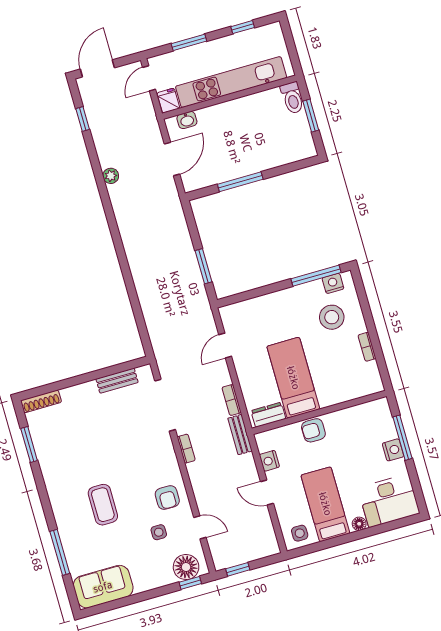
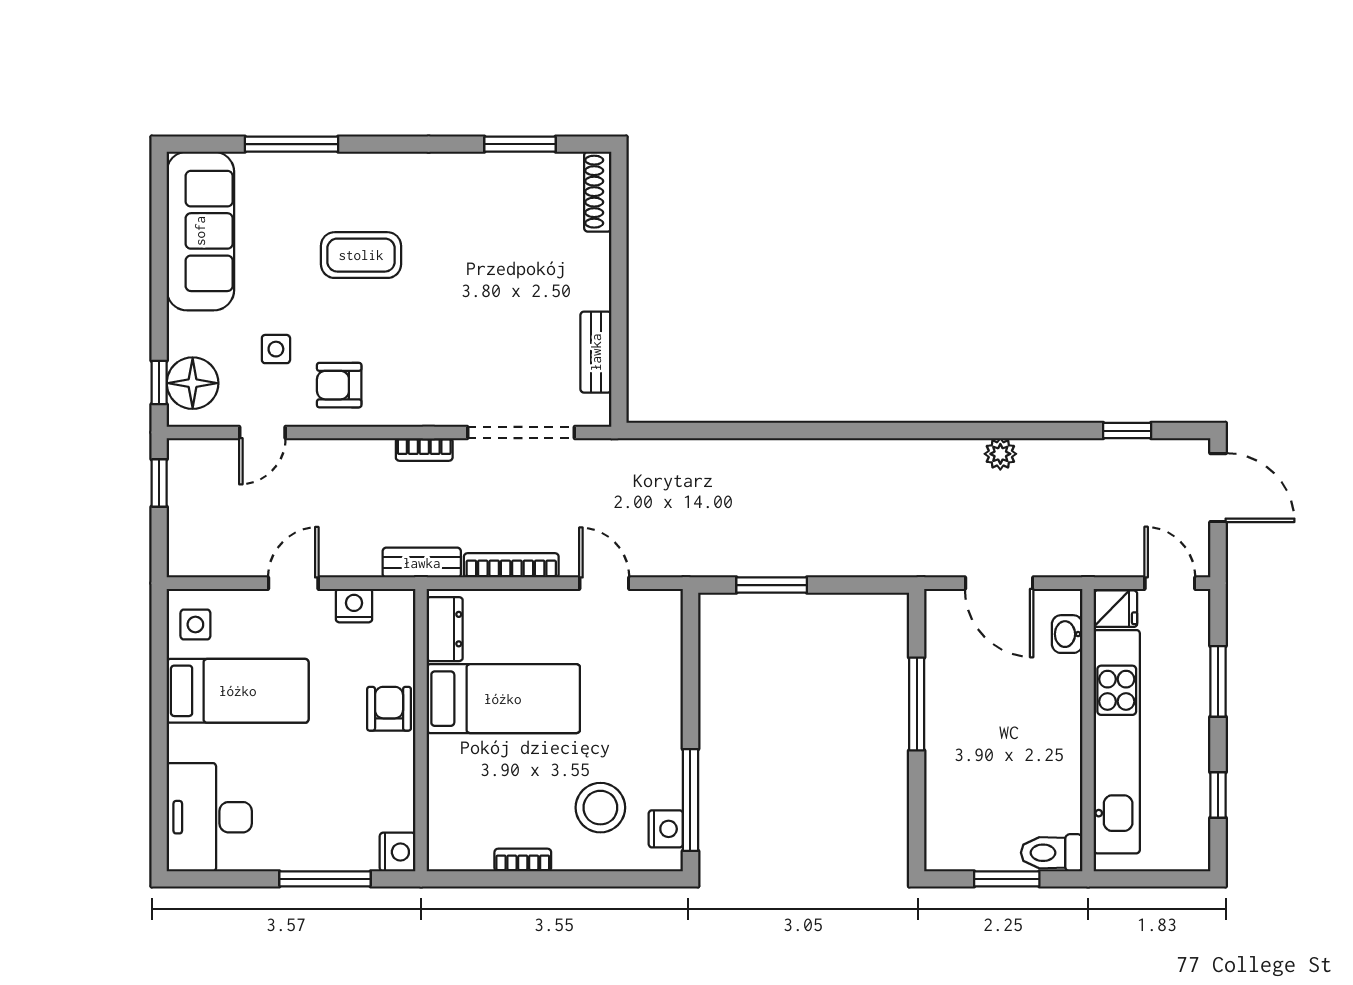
bookcase: (232, 400) -> (511, 565), width x1.56
nightstand: (393, 450) -> (398, 852), moved, turned -90
floor lamp: (359, 524) -> (181, 746), removed
sofa: (103, 587) -> (200, 231), width x1.36

